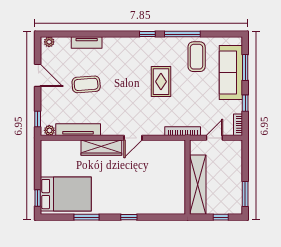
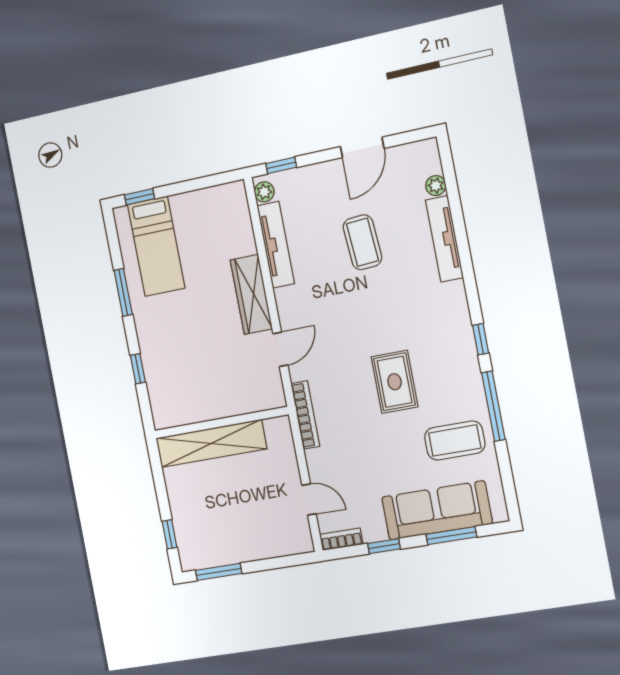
plant: (49, 42) -> (436, 186), moved
tv unit: (87, 43) -> (444, 239), width x1.41
rug: (161, 82) -> (395, 382), turned 90
bookcase: (183, 131) -> (305, 415), moved
door: (133, 138) -> (280, 349), swing flipped
wall: (188, 177) -> (221, 423), moved
shelving: (198, 185) -> (211, 444), moved
bed: (66, 194) -> (156, 246), width x0.67

